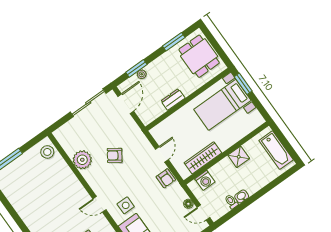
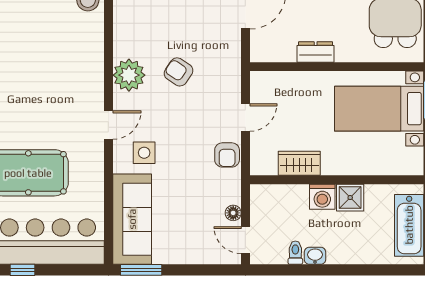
wardrobe: (203, 158) -> (299, 163), width x0.67
plant: (82, 160) -> (129, 75), moved
washing machine: (205, 180) -> (322, 197), moved
door: (99, 204) -> (108, 125), swing flipped

